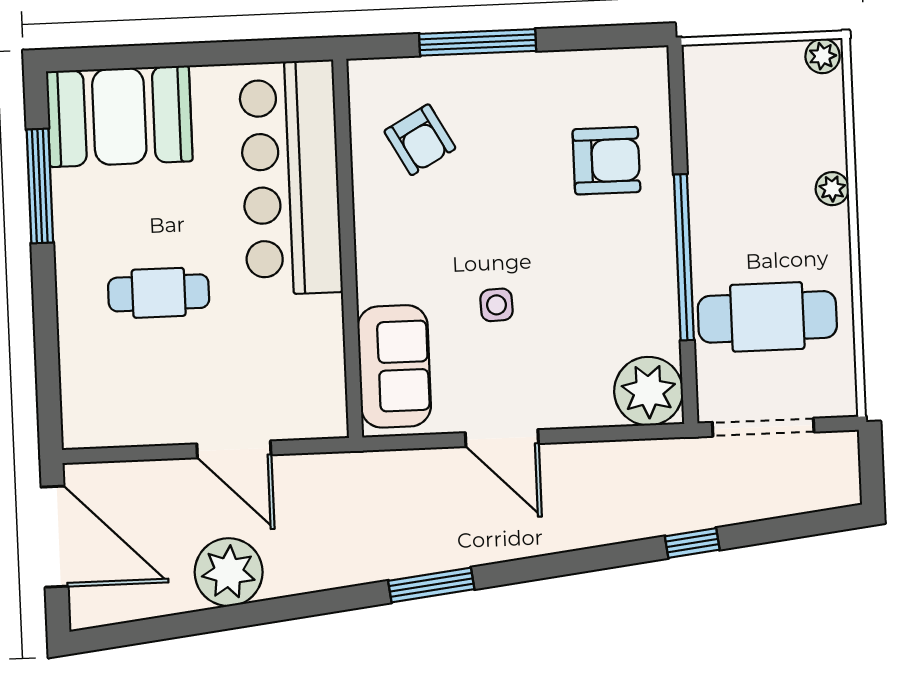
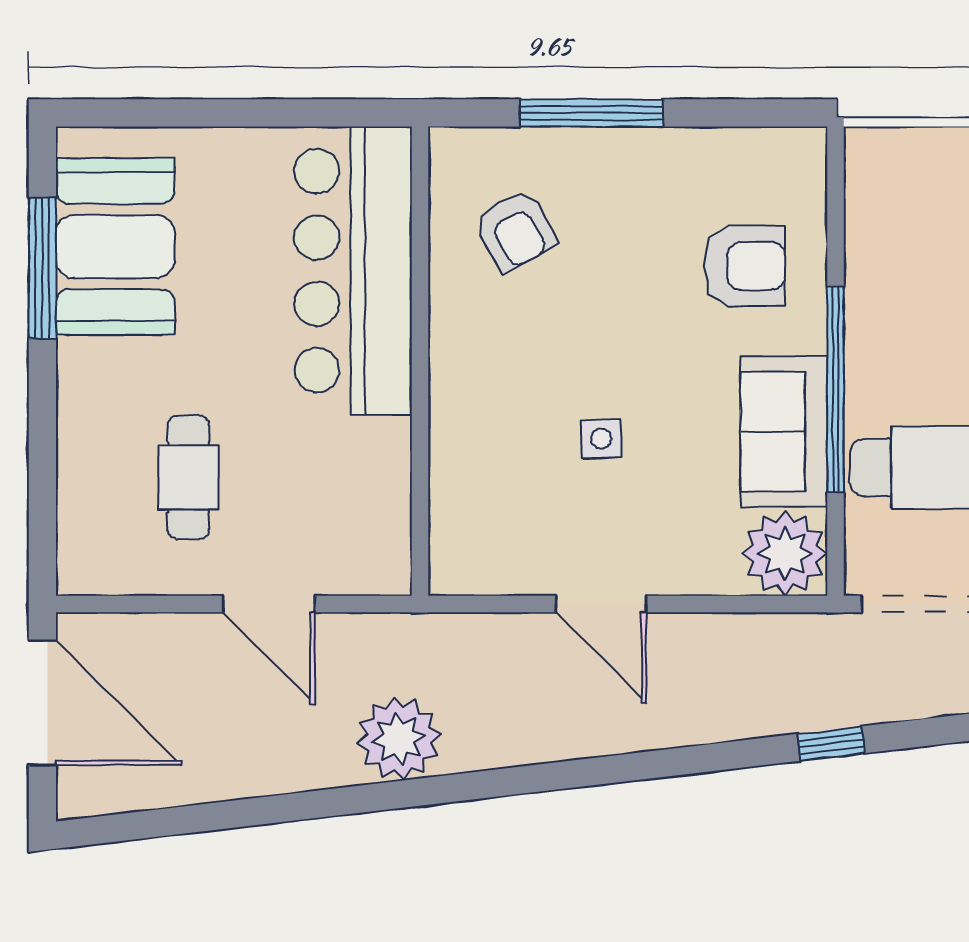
booth: (119, 116) -> (115, 246), moved, turned 90
cafe table: (159, 293) -> (188, 477), moved, turned 90
sofa: (394, 366) -> (784, 431), moved, turned 180
plant: (229, 572) -> (399, 739), moved
window: (431, 585) -> (506, 782), removed

